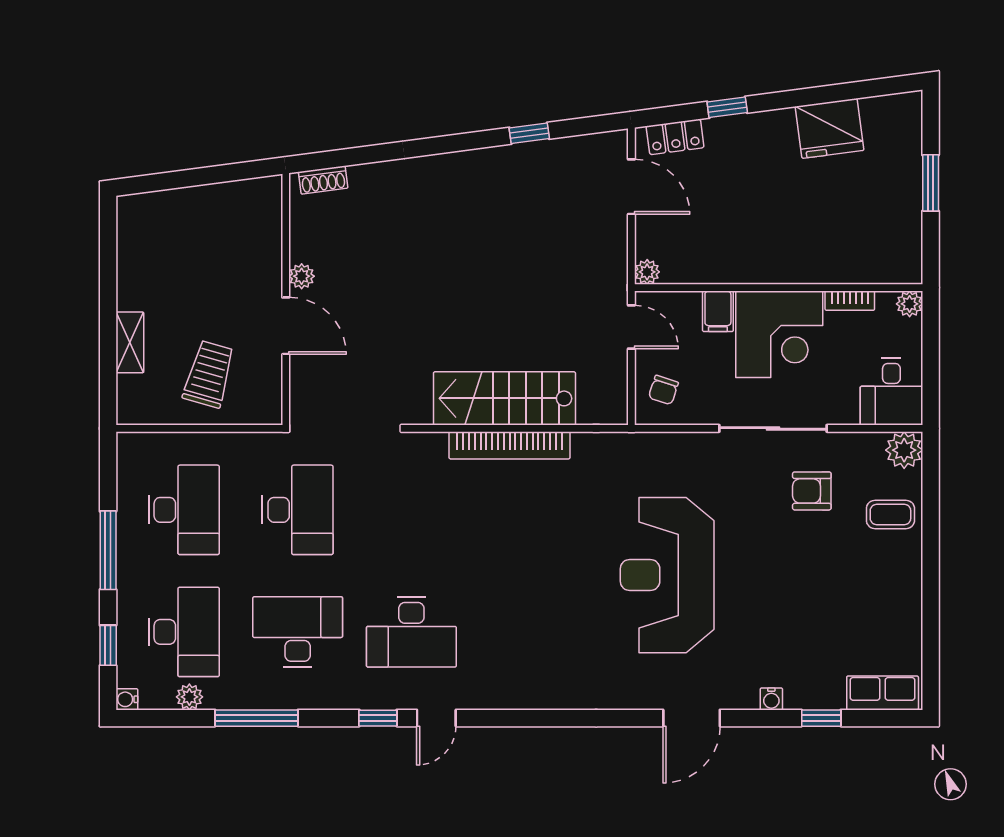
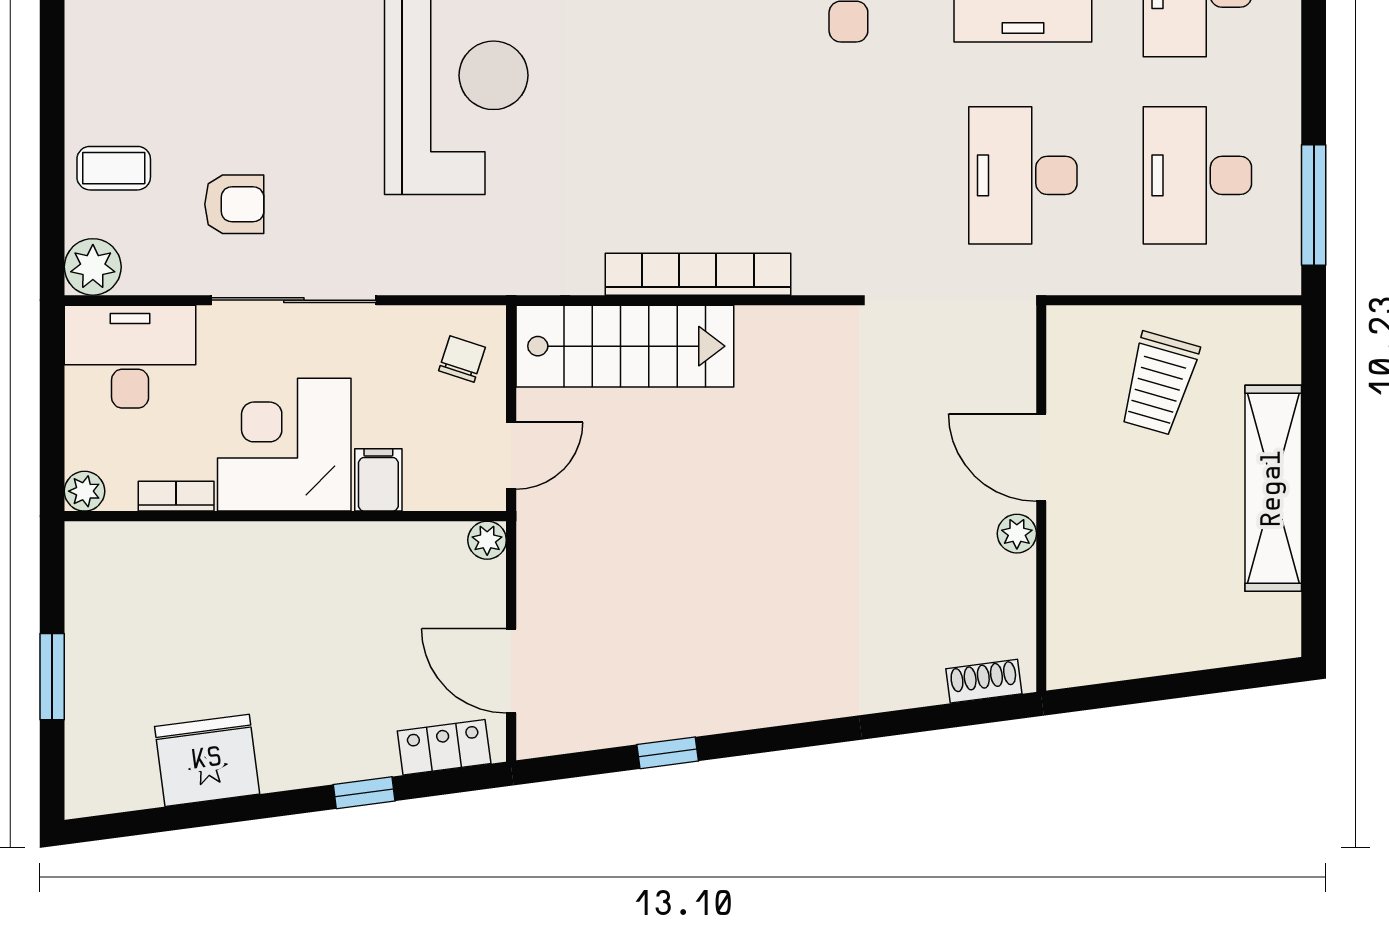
door: (631, 327) -> (511, 456), swing flipped
shelving: (130, 342) -> (1273, 488), width x2.20, depth x1.33
desk: (891, 392) -> (130, 357), width x1.37
stairs: (504, 398) -> (625, 346), moved
window: (108, 550) -> (1314, 205), moved

